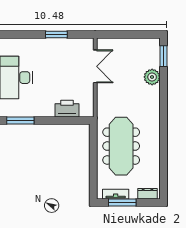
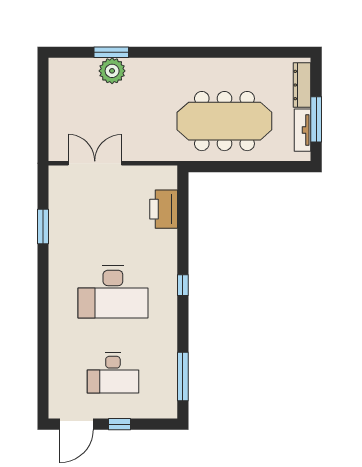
window: (163, 56) -> (111, 52), moved
window: (20, 121) -> (183, 285), width x0.46
dresser: (147, 194) -> (302, 85), width x1.44

